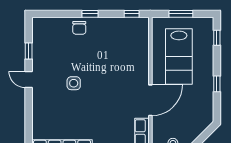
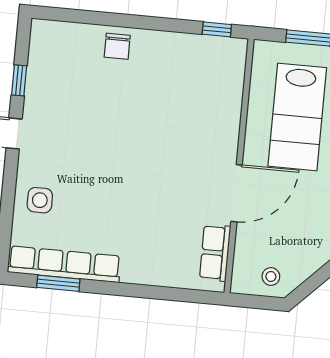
window: (90, 14) -> (140, 22), removed
side table: (74, 83) -> (40, 200), moved

